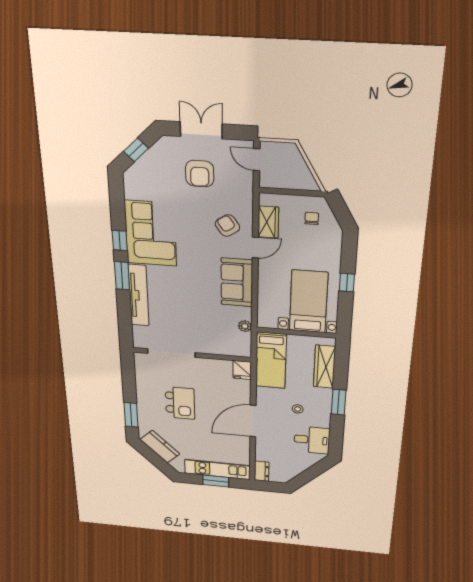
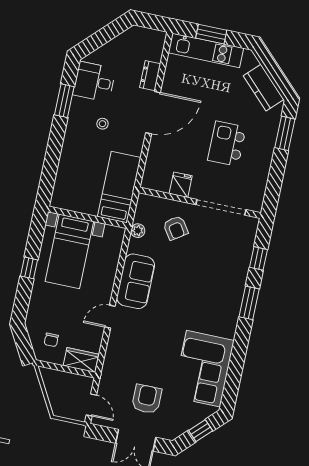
wardrobe: (268, 222) -> (81, 360), moved, turned 90
armchair: (227, 226) -> (176, 228), moved
corner sofa: (151, 233) -> (203, 369), moved
window: (120, 240) -> (258, 258), moved
tv unit: (139, 295) -> (238, 279), removed
wardrobe: (324, 367) -> (66, 174), removed
fridge: (242, 370) -> (181, 185), moved
window: (339, 402) -> (64, 101), moved
dresser: (262, 471) -> (150, 76), moved

